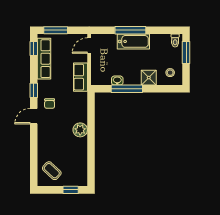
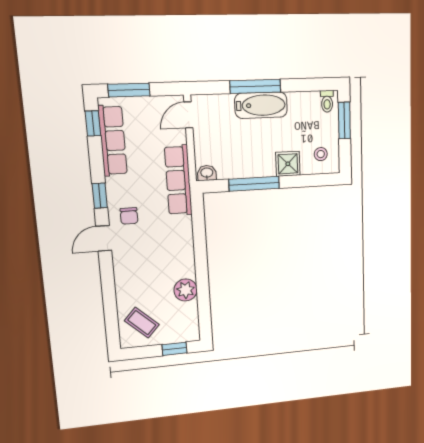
row of seats: (80, 77) -> (178, 180), width x1.48
washbasin: (117, 81) -> (207, 173), moved
plant: (80, 130) -> (186, 290), moved

